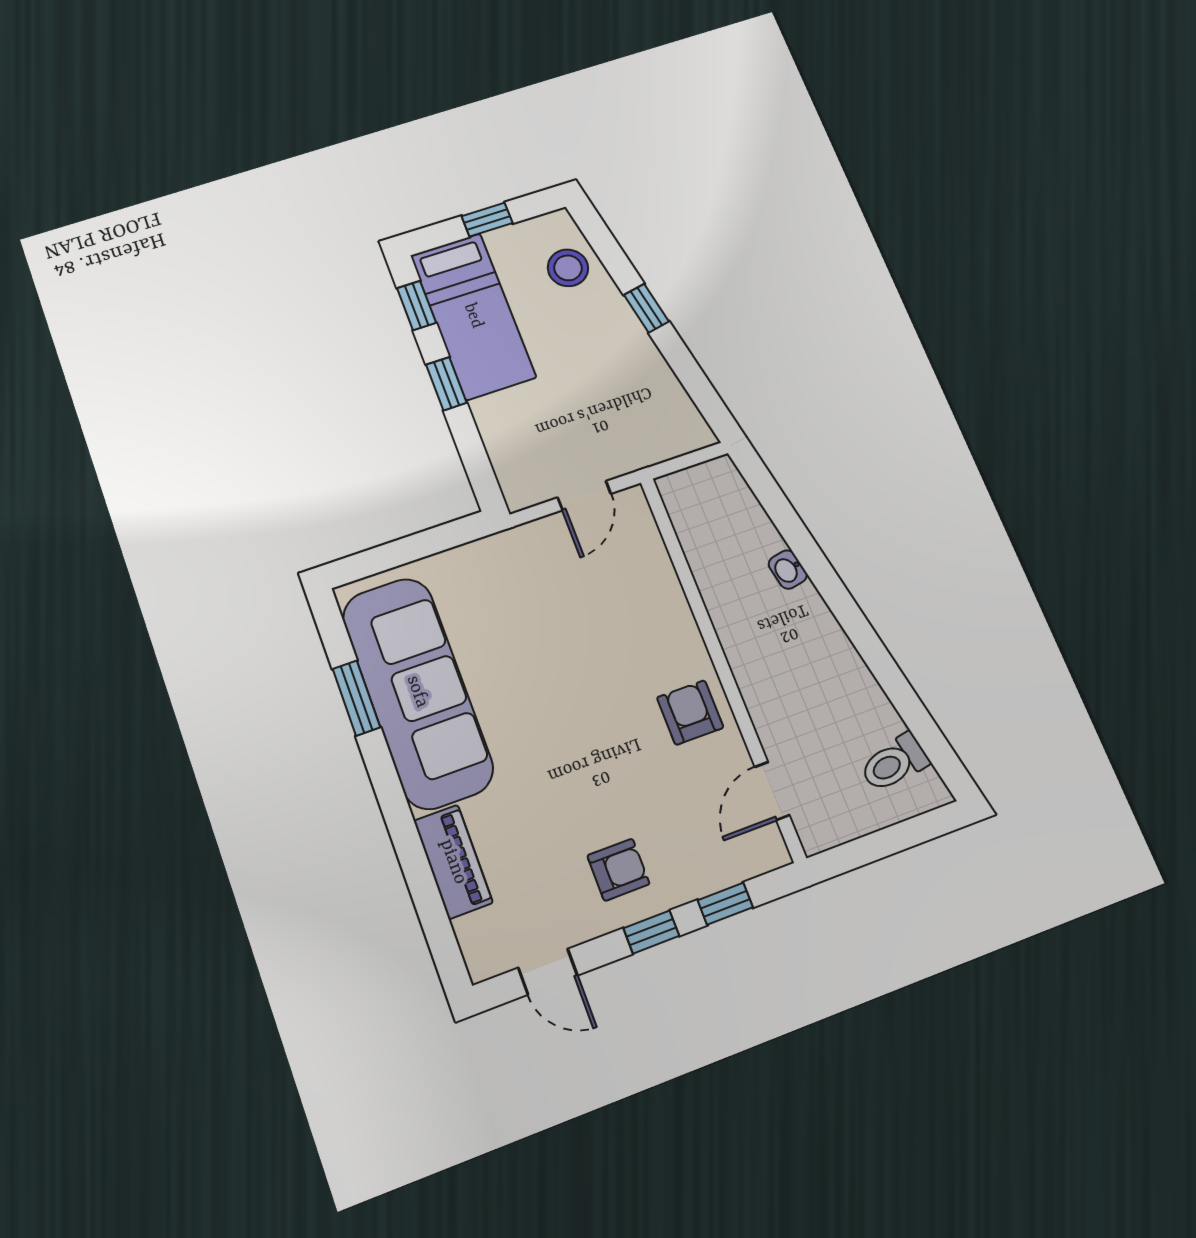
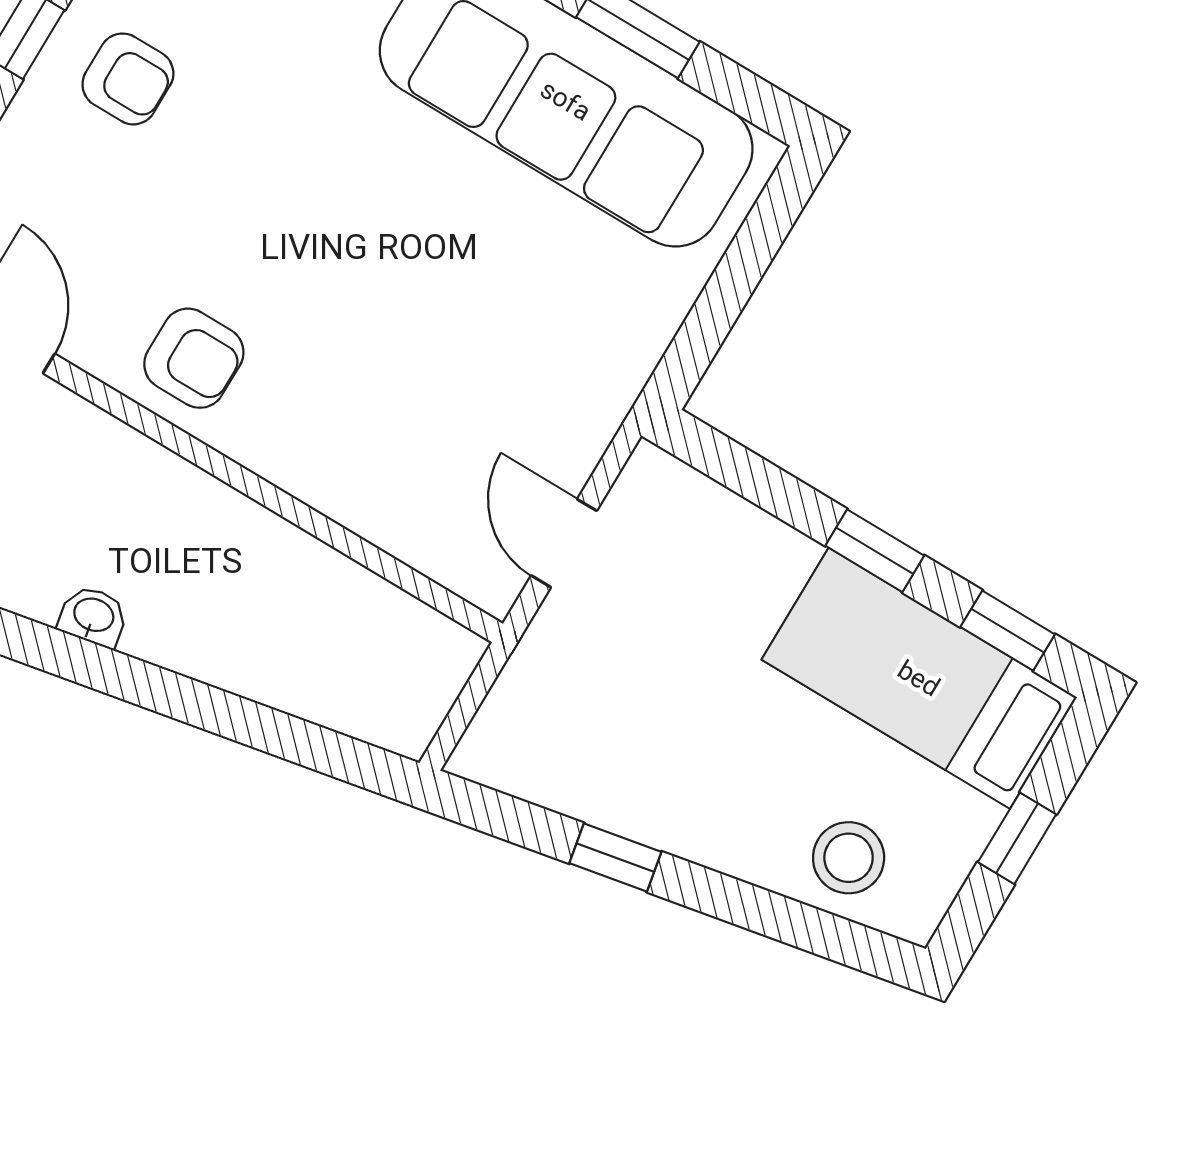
window: (646, 308) -> (615, 858), moved
washbasin: (788, 570) -> (93, 616), moved
armchair: (618, 870) -> (128, 79), turned -90

